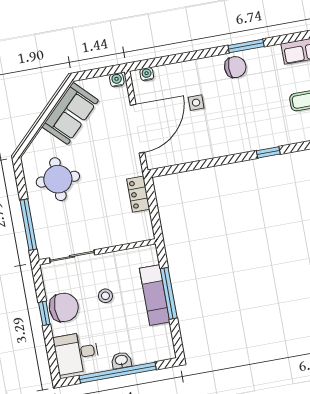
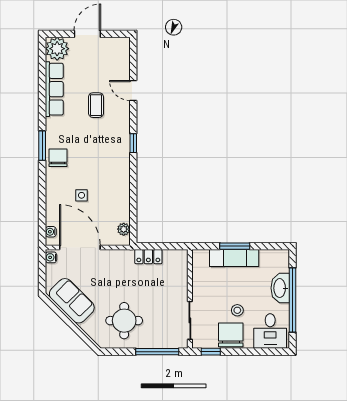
door: (138, 129) -> (80, 247), moved
plant: (165, 159) -> (124, 229), added
window: (169, 293) -> (235, 246), width x0.69
stool: (105, 296) -> (237, 310), moved
window: (44, 313) -> (211, 352), moved
washbasin: (121, 360) -> (280, 288), width x1.91, depth x1.45

